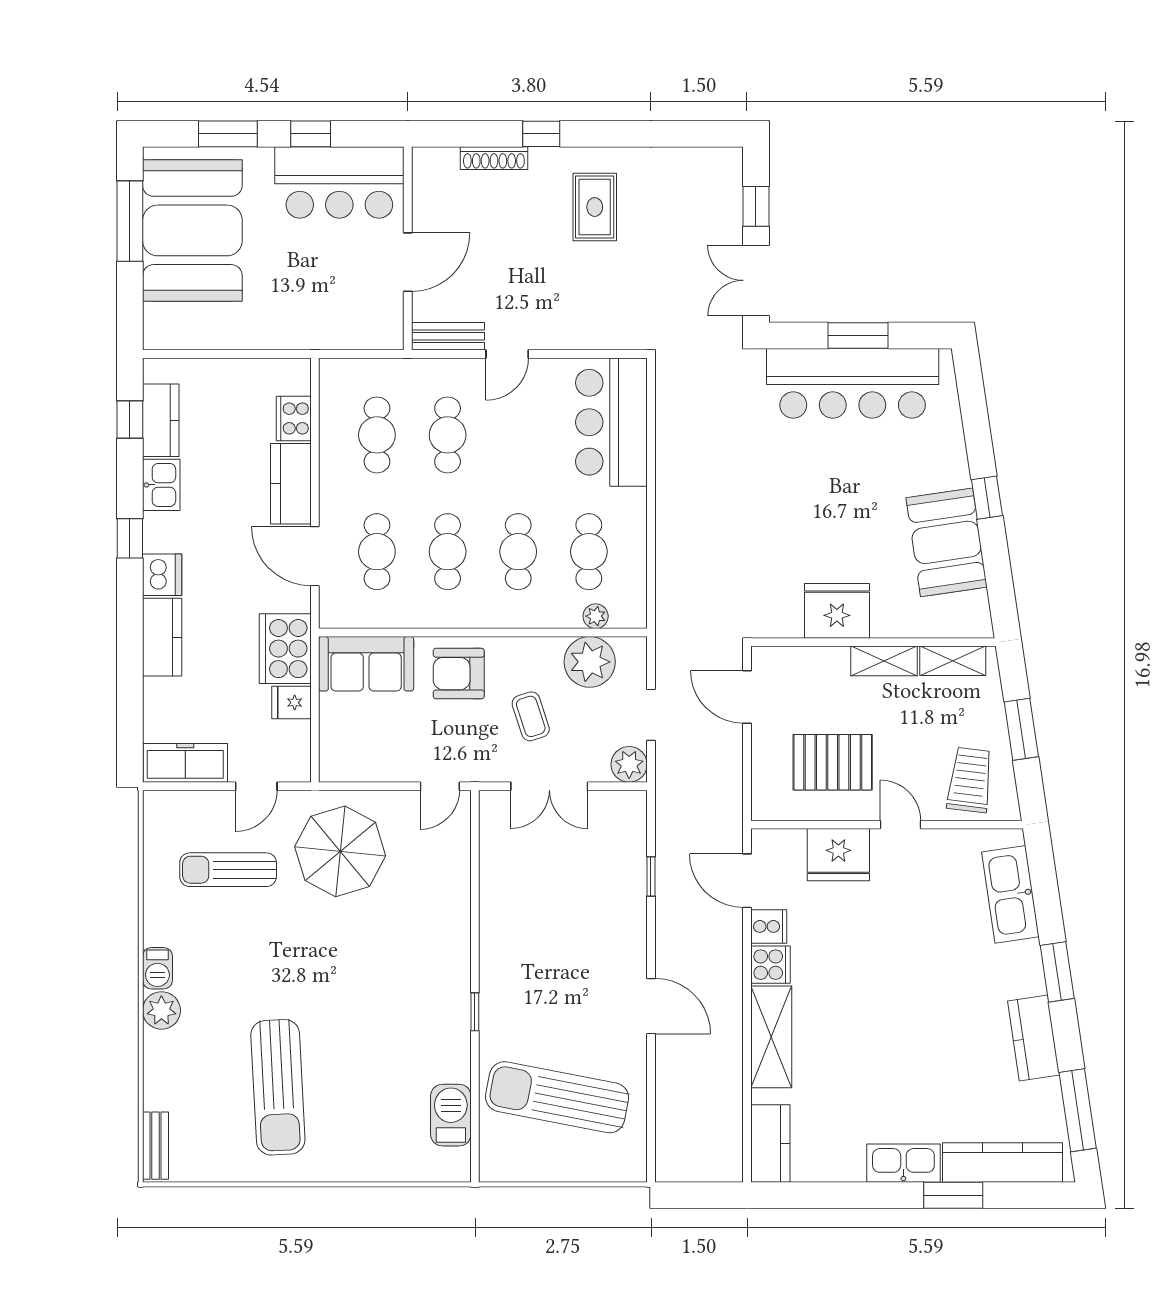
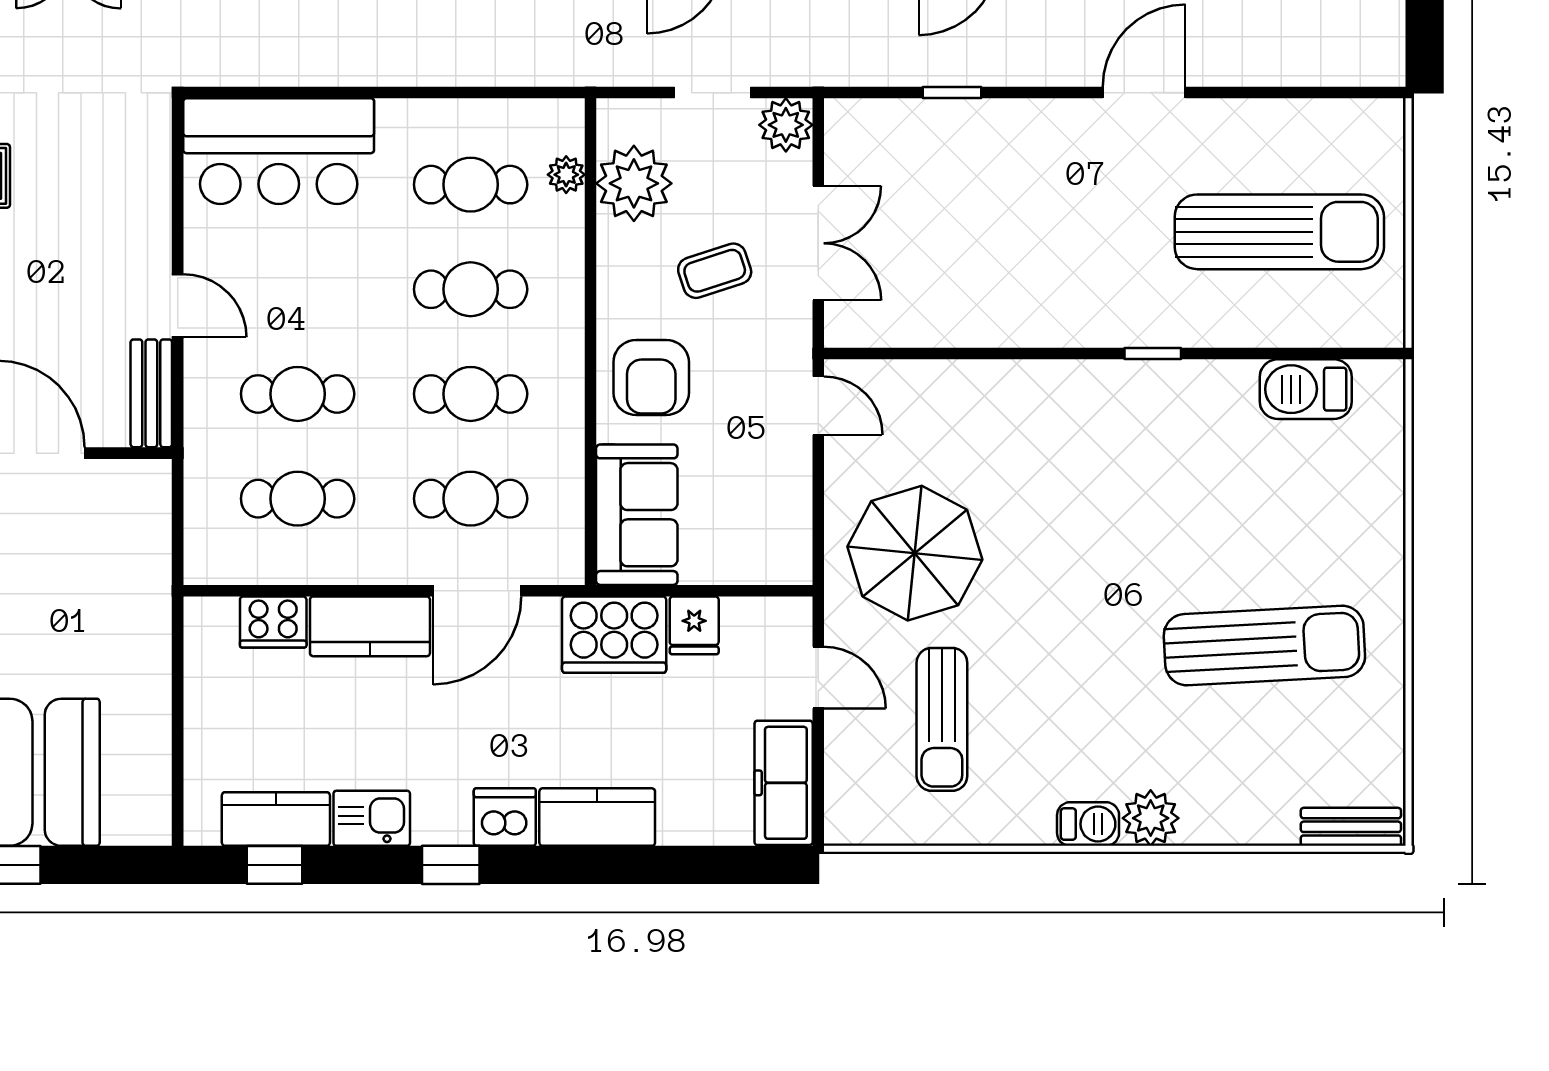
sun lounger: (557, 1097) -> (1279, 232), turned -101

